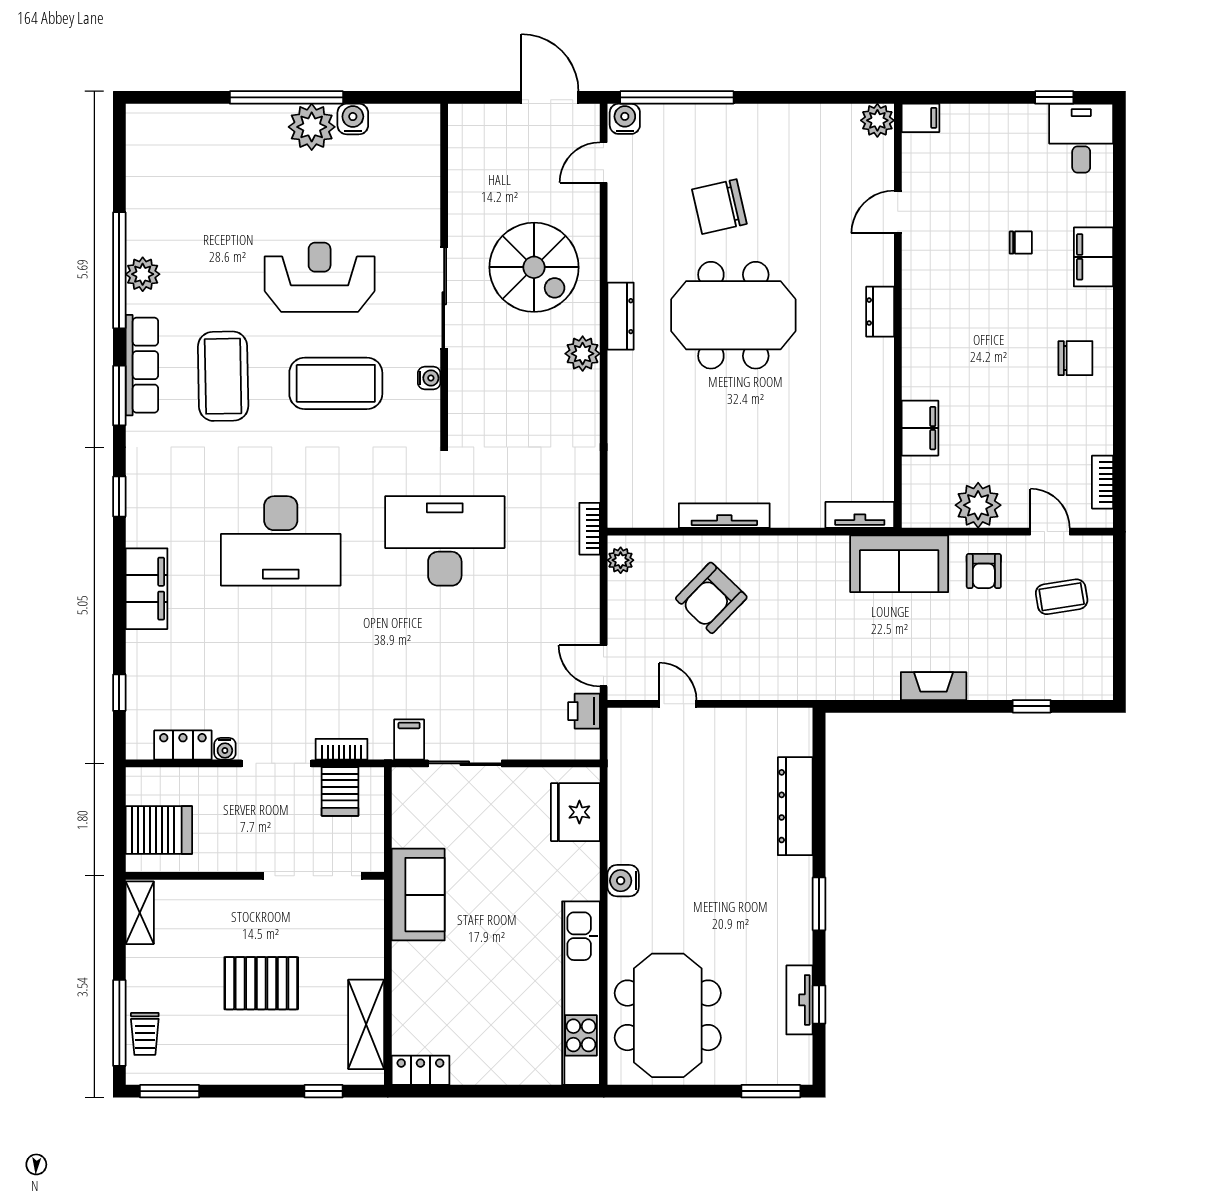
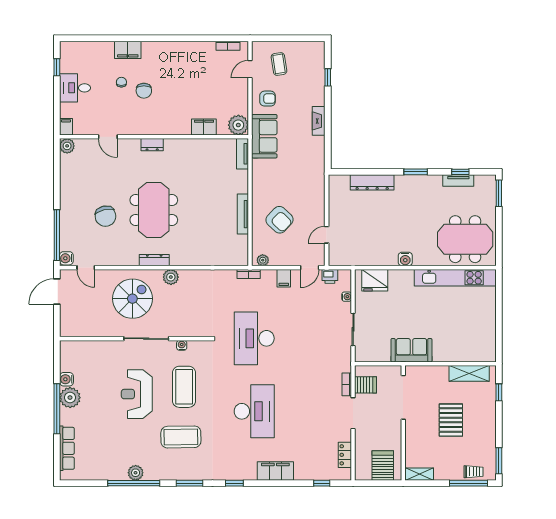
desk: (1081, 138) -> (75, 88), moved
chair: (1075, 358) -> (144, 91), moved, turned 180
row of seats: (142, 365) -> (67, 448), moved, turned 90
plant: (978, 505) -> (238, 125), moved
filing cabinet: (409, 739) -> (284, 278), moved, turned -90
water cooler: (225, 749) -> (347, 297), moved
locker: (420, 1070) -> (490, 349), removed

